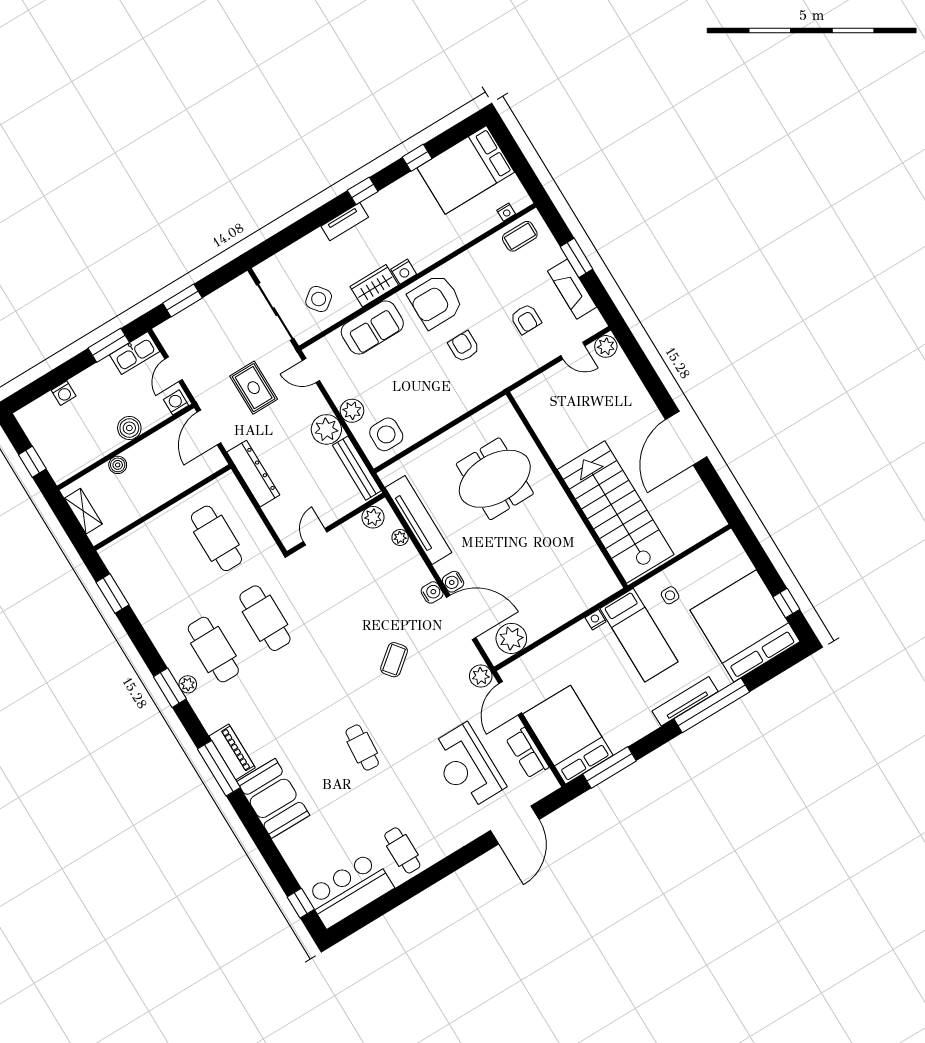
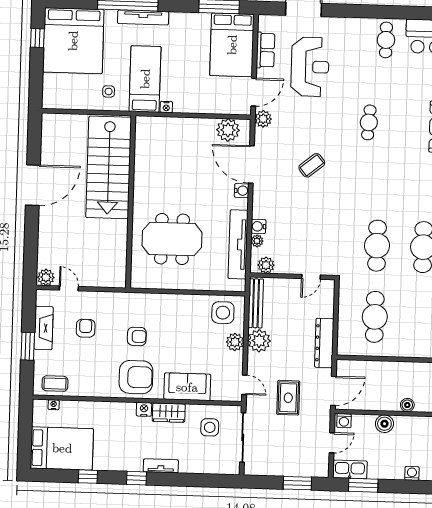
side table: (319, 299) -> (210, 427), turned 38
armchair: (464, 347) -> (137, 336), turned -90
water cooler: (432, 592) -> (258, 226), moved

